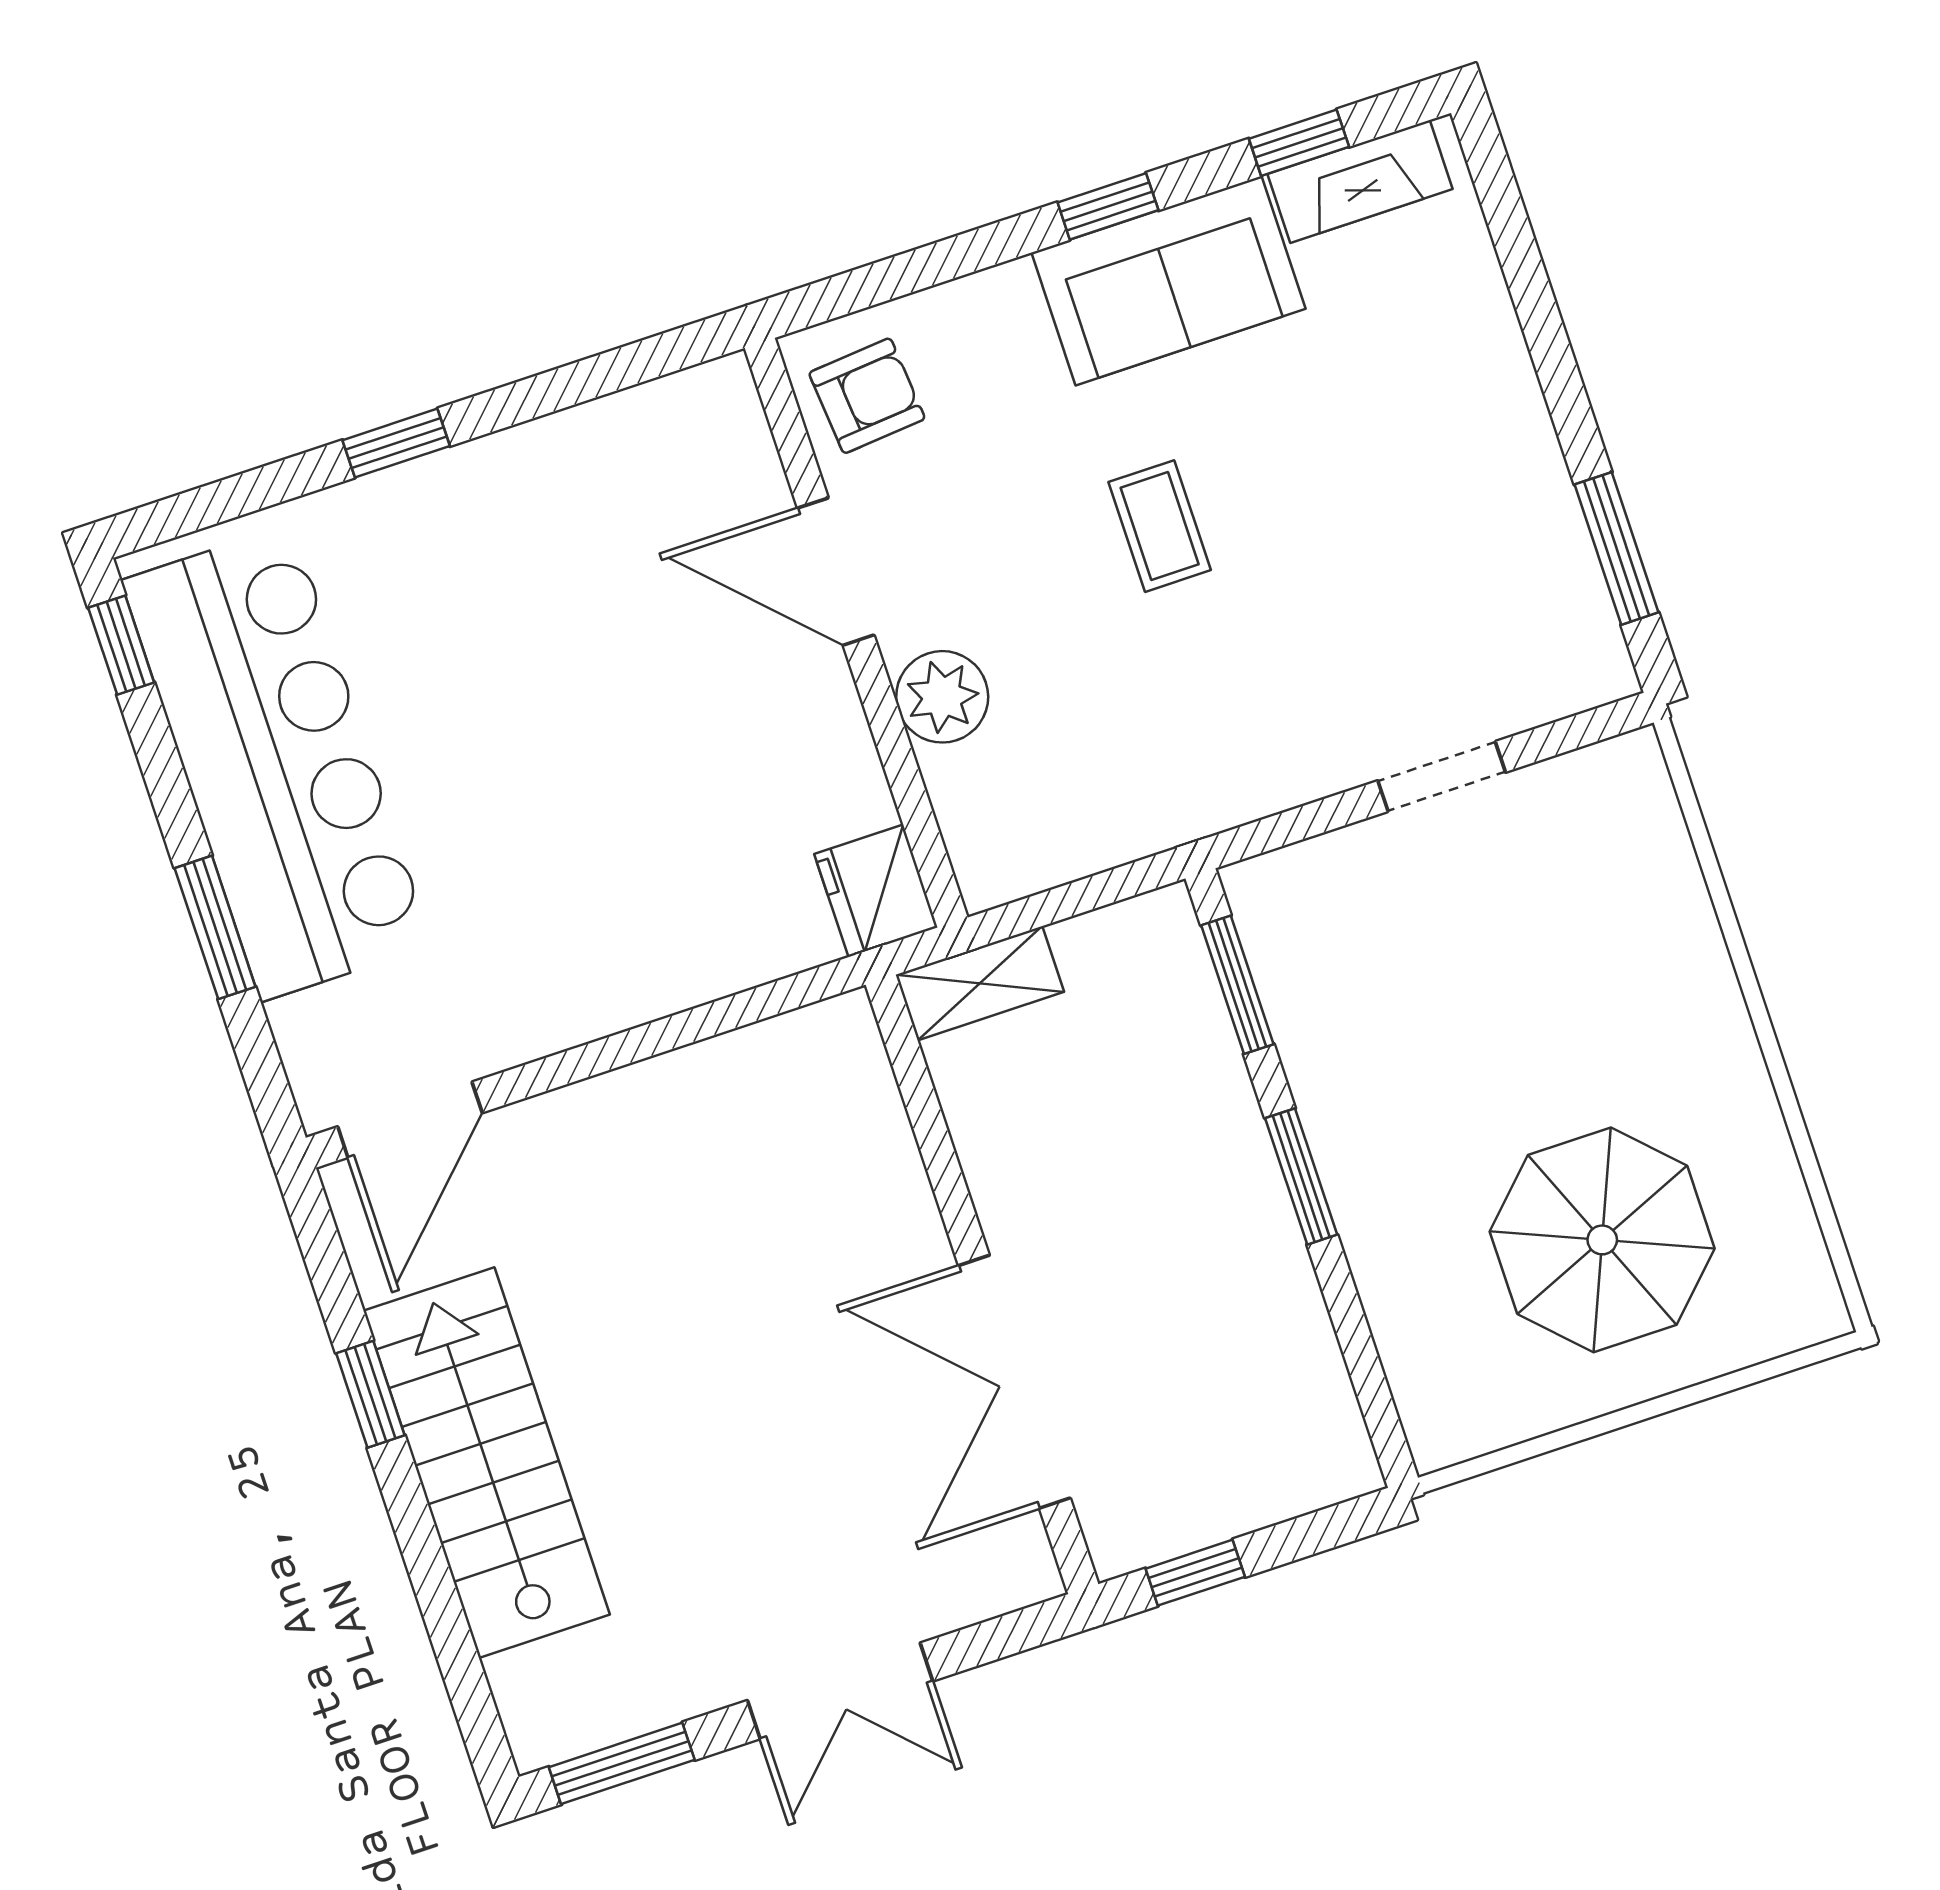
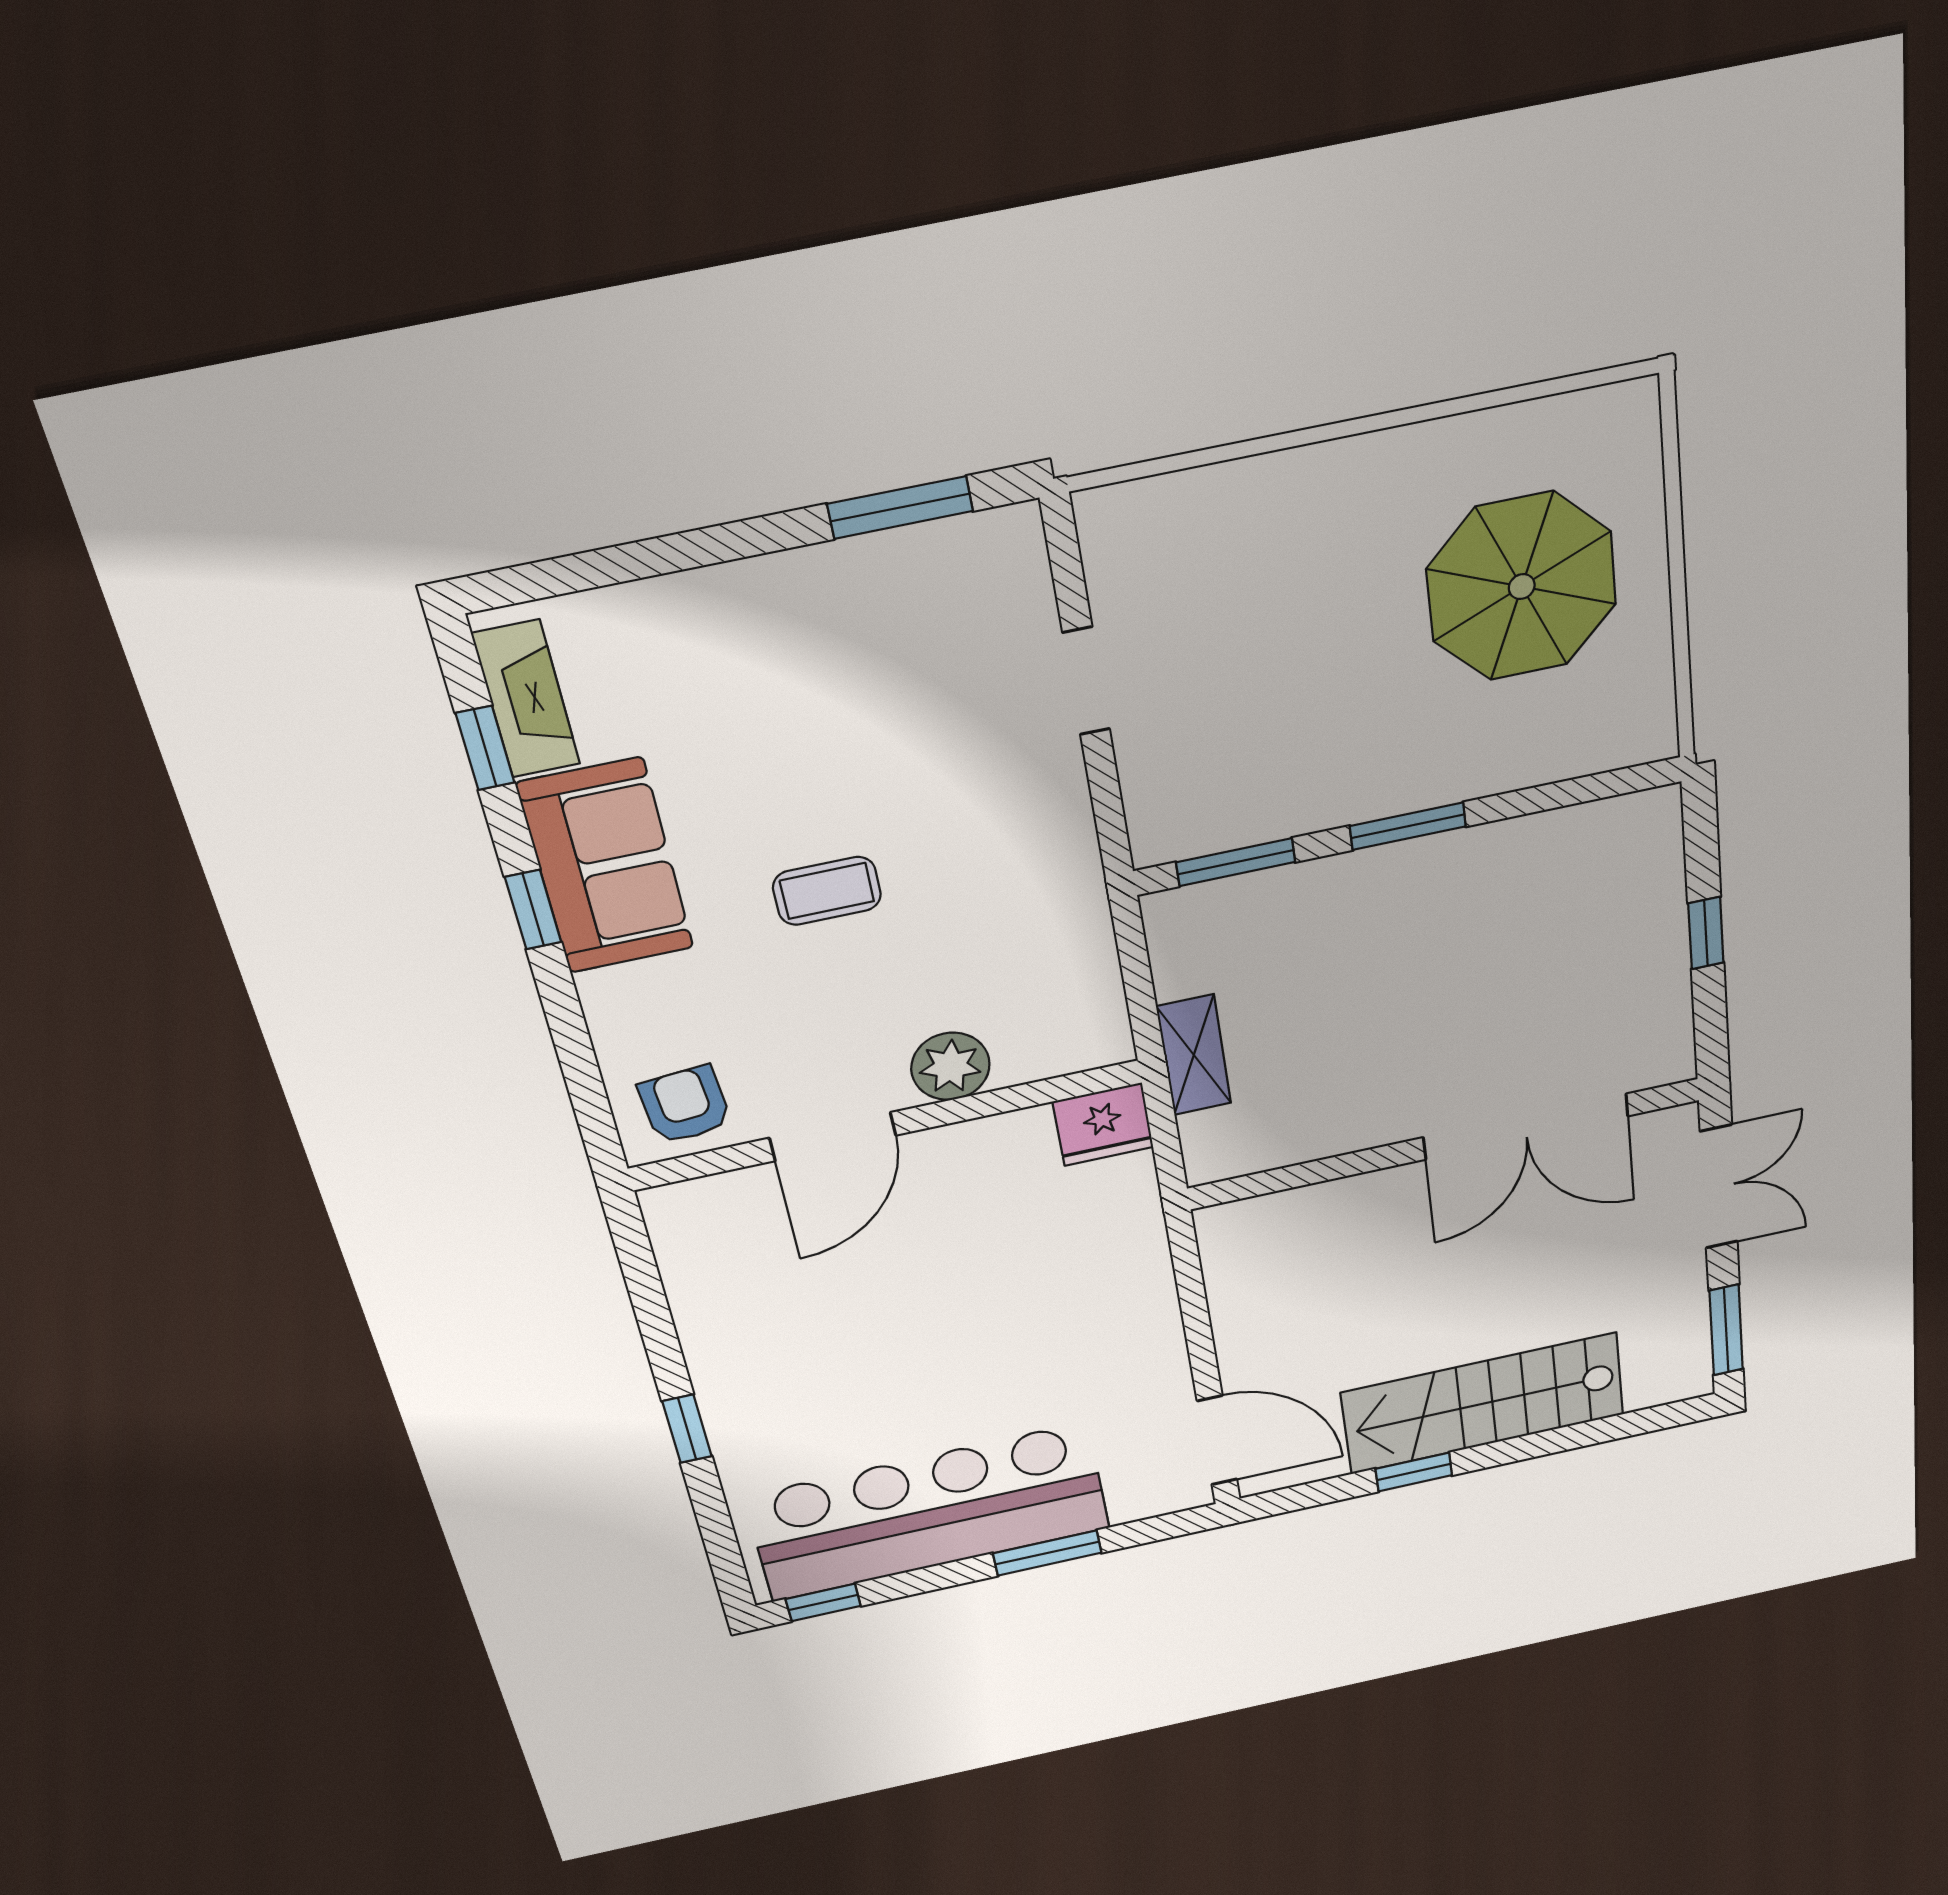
wall: (982, 1284) -> (1445, 1144), moved
double door: (1014, 1382) -> (1526, 1127), moved

